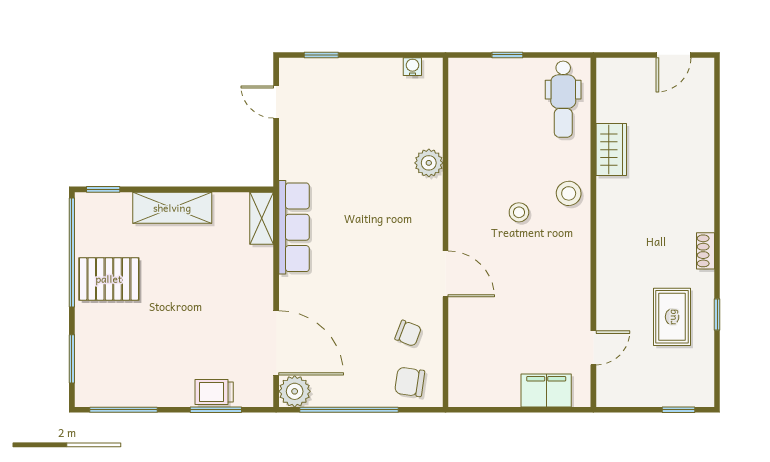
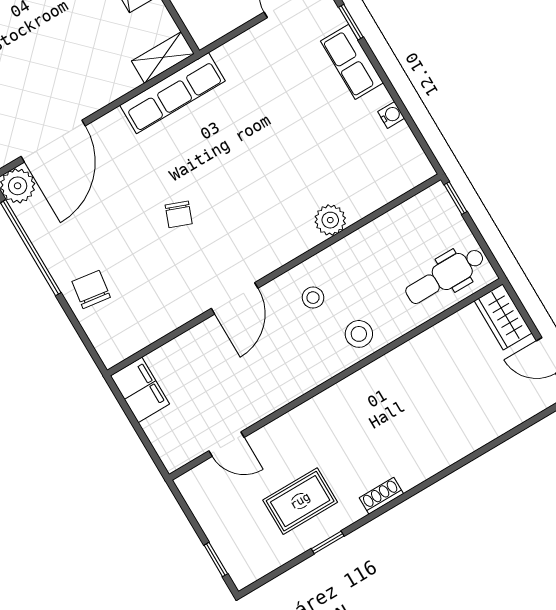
row of seats: (353, 73) -> (352, 62), added
wardrobe: (611, 150) -> (503, 317), moved, turned 90
plant: (429, 163) -> (330, 220), moved
wall: (446, 232) -> (274, 275), moved
door: (446, 274) -> (235, 298), moved
chair: (408, 333) -> (179, 214), moved
filing cabinet: (546, 390) -> (140, 390), moved

